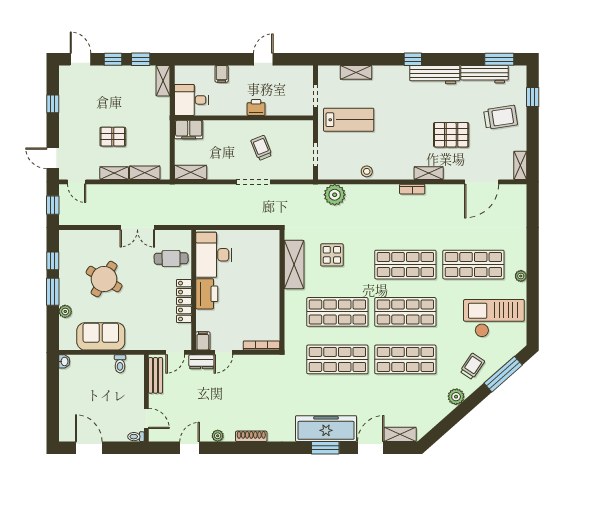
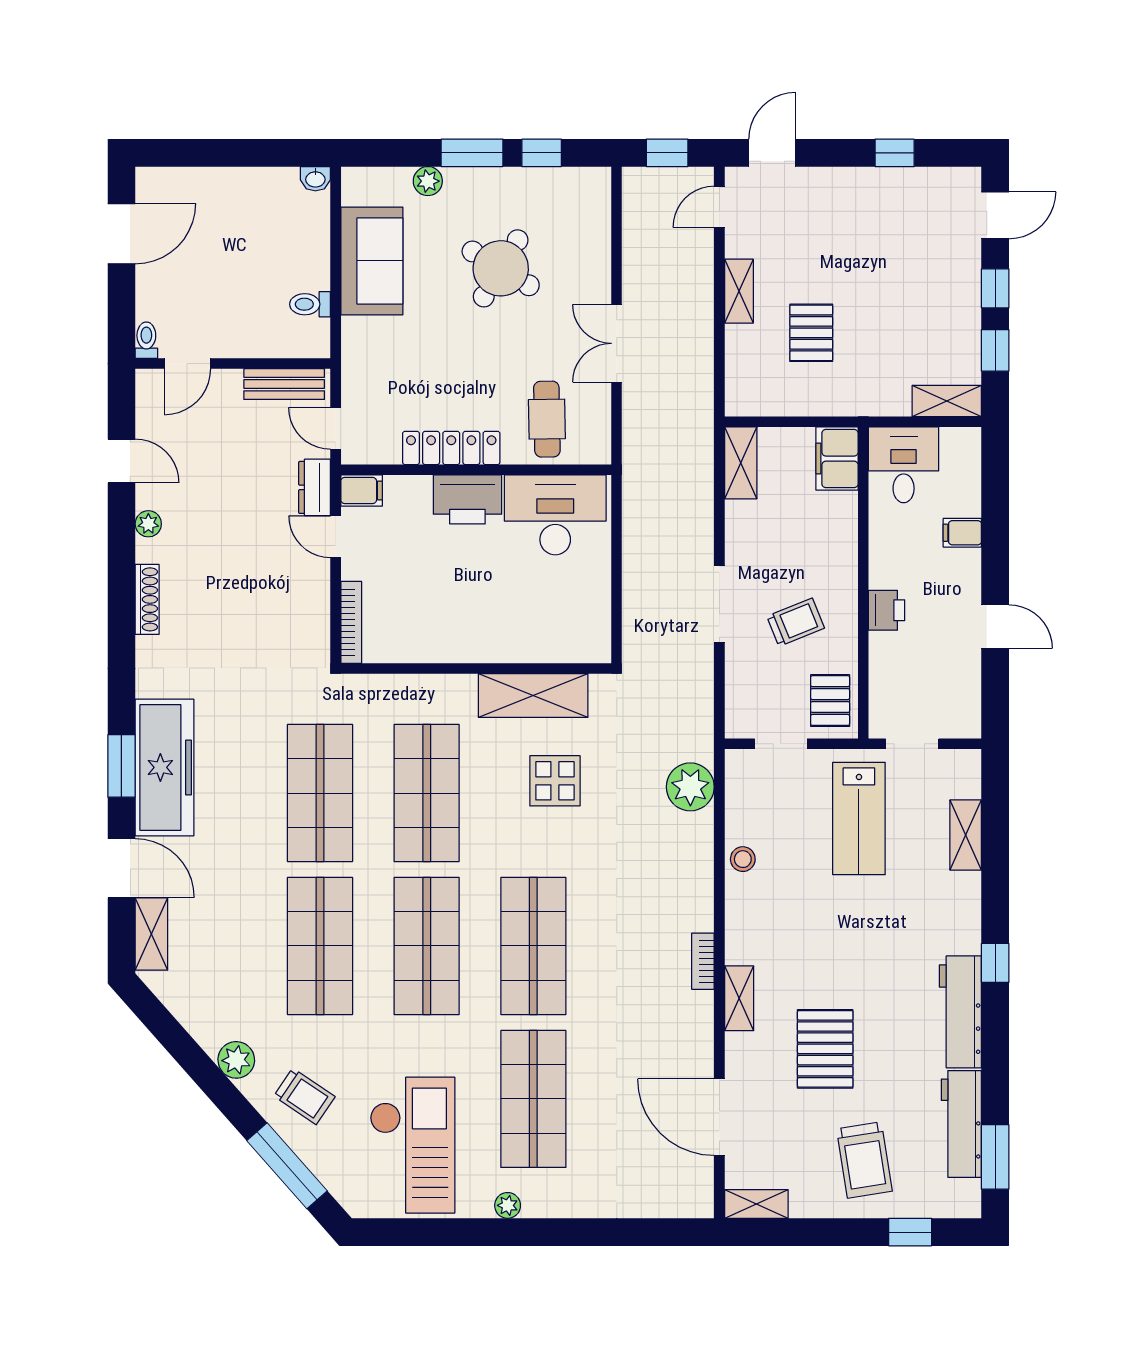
pallet: (296, 133) -> (830, 701), added
pallet: (113, 137) -> (811, 333), moved
shelving: (145, 173) -> (740, 360), removed

